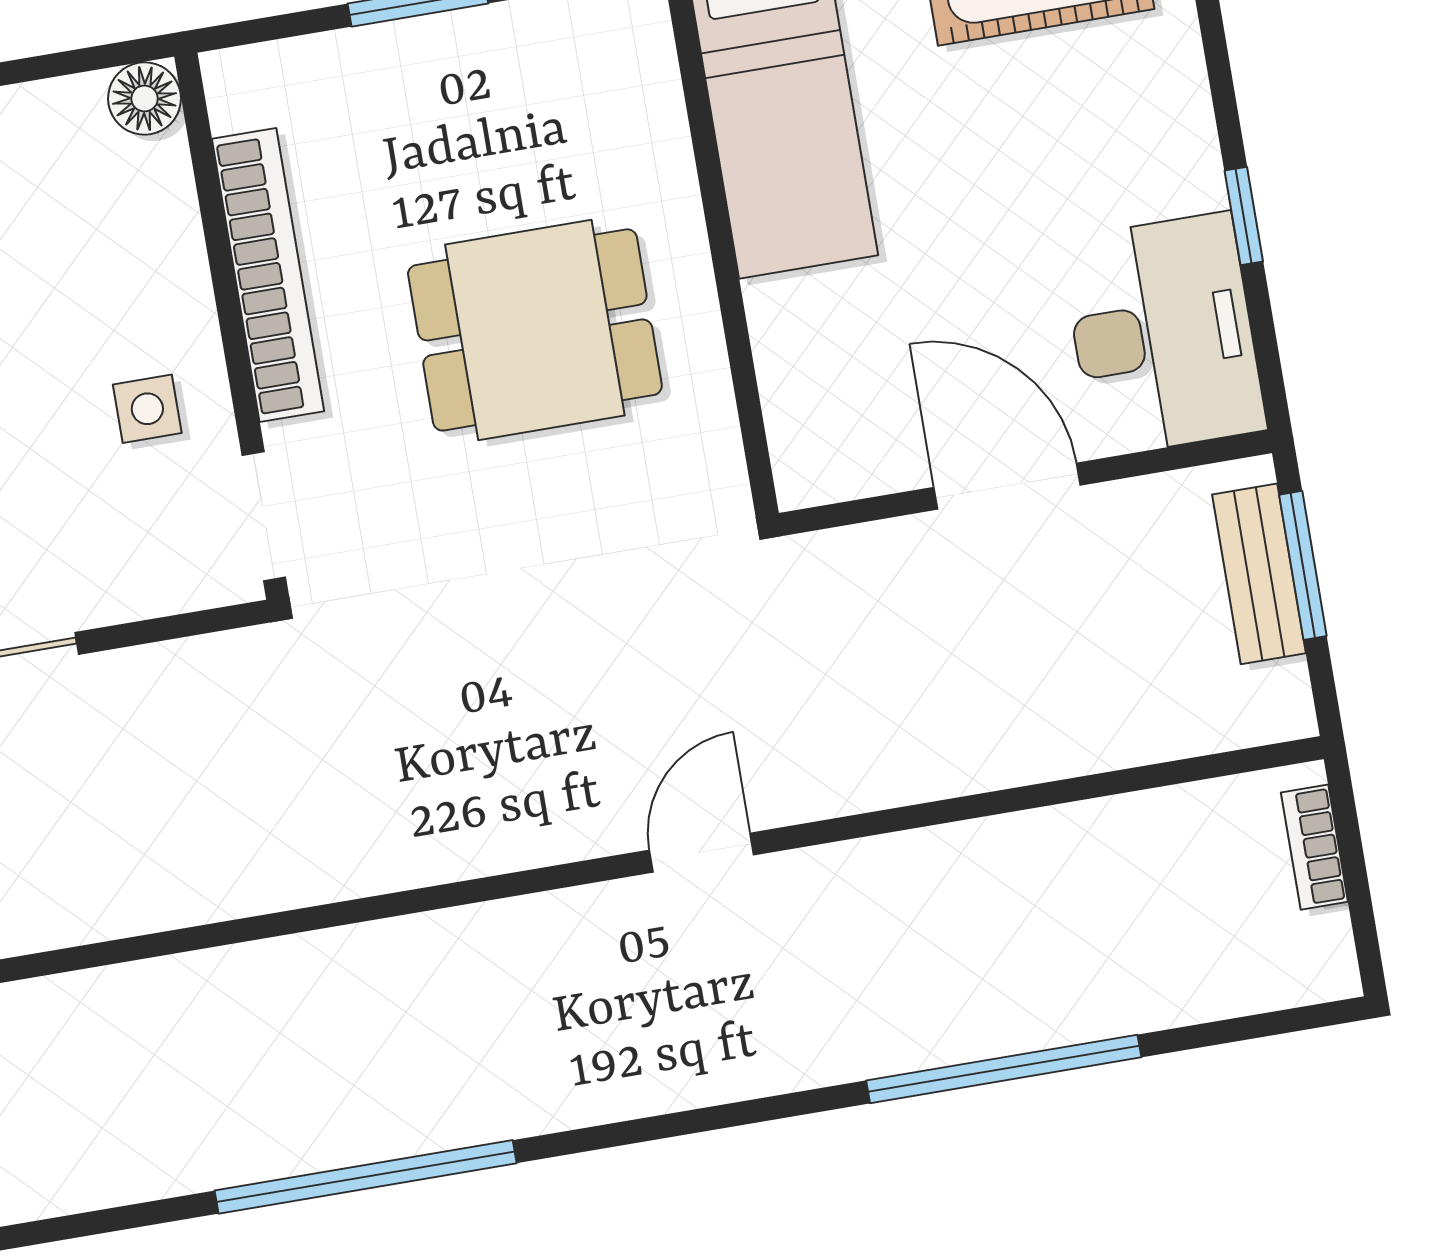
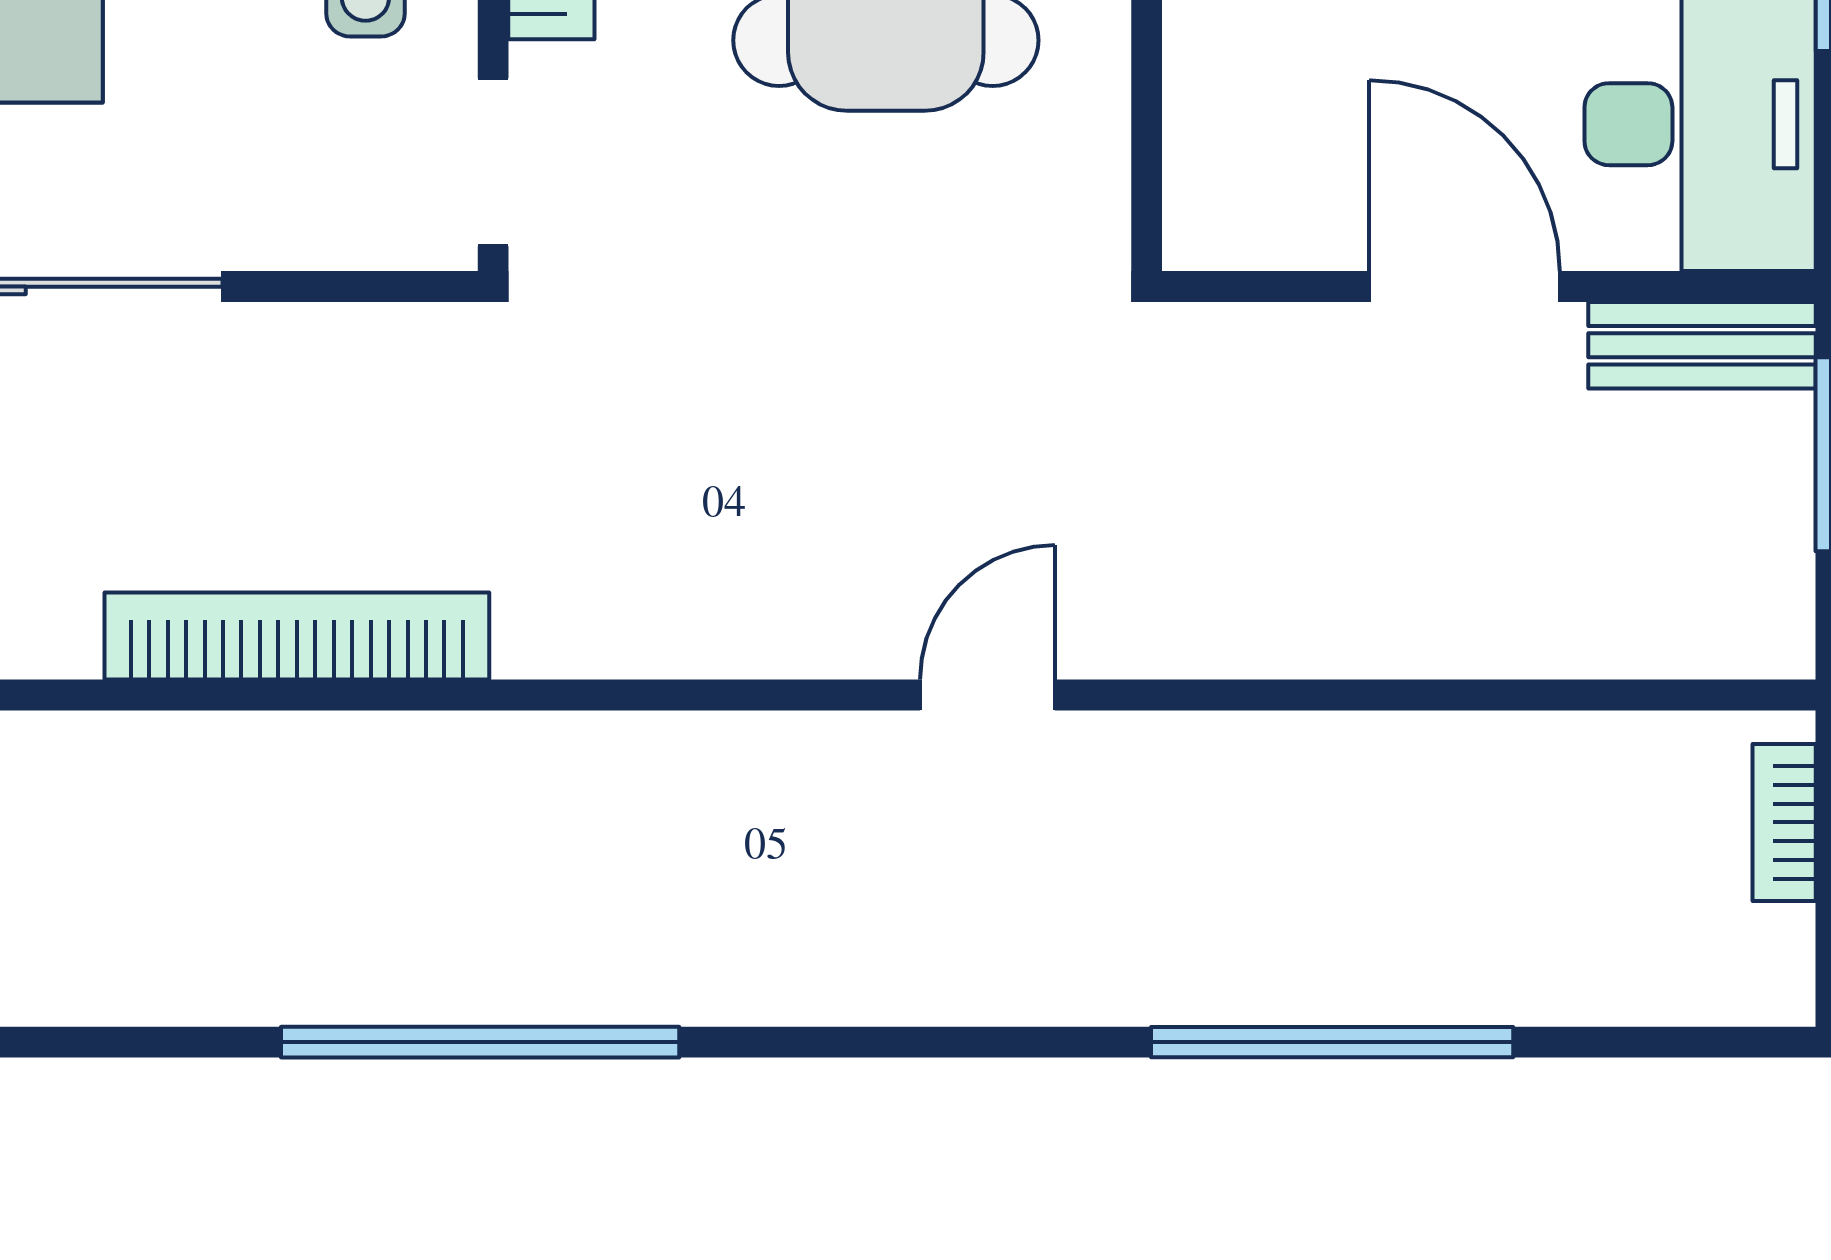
bench: (1259, 574) -> (1702, 345), moved, turned 90
bookcase: (177, 896) -> (297, 636), added

